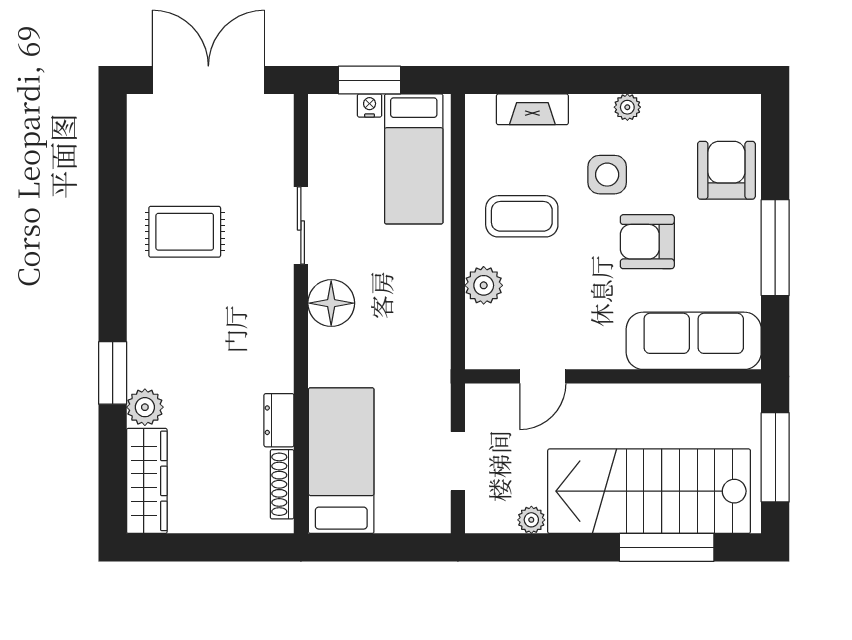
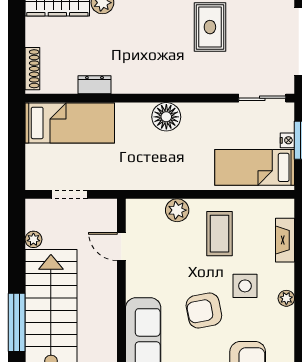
sliding door: (301, 225) -> (262, 98), moved
armchair: (647, 242) -> (204, 310), turned -101
shoe rack: (282, 484) -> (32, 69), moved, turned 90

